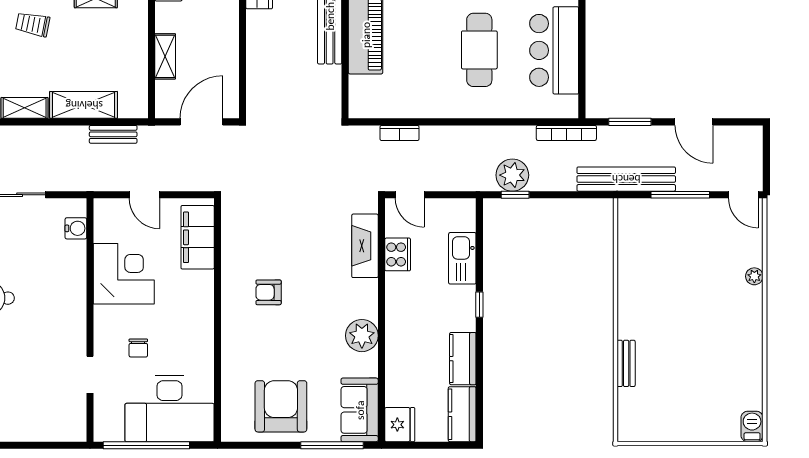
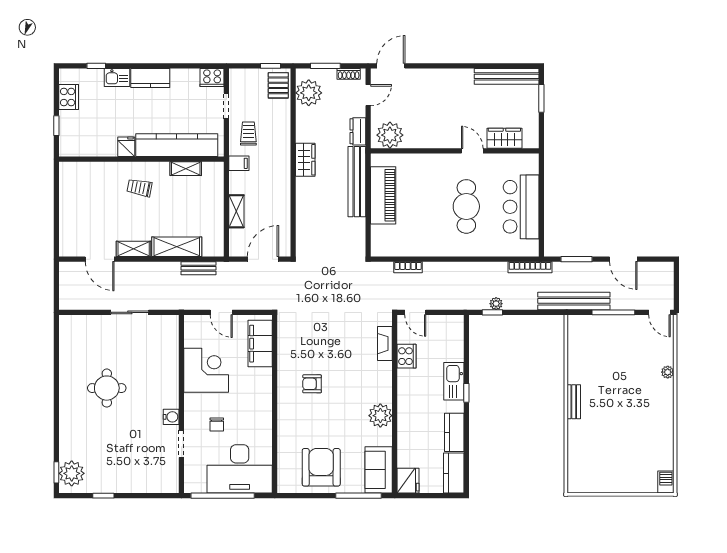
plant: (512, 175) -> (496, 304), width x0.53, depth x0.53
water cooler: (76, 228) -> (171, 417), moved
fireplace: (365, 246) -> (385, 344), width x0.73, depth x0.76
kitchen sink: (462, 258) -> (454, 381), moved
bench: (626, 363) -> (574, 402), moved

